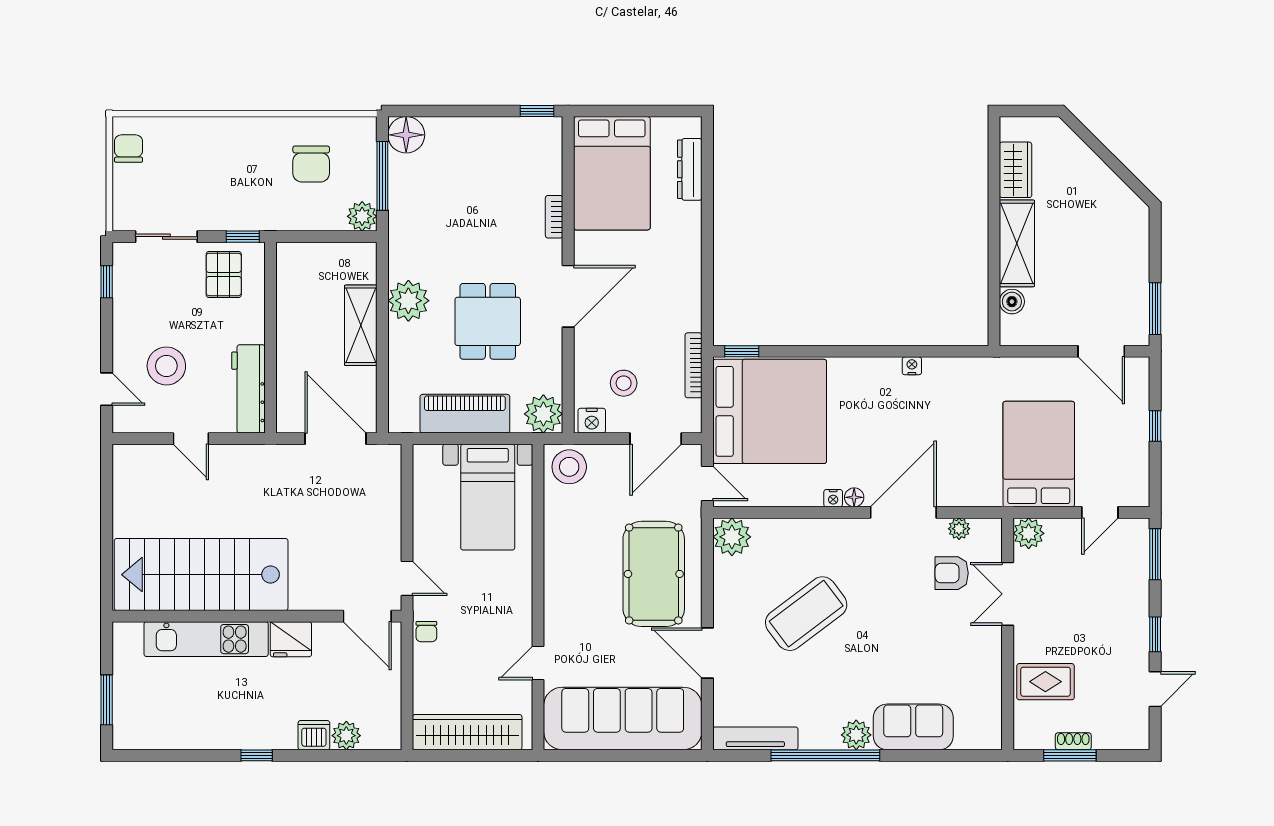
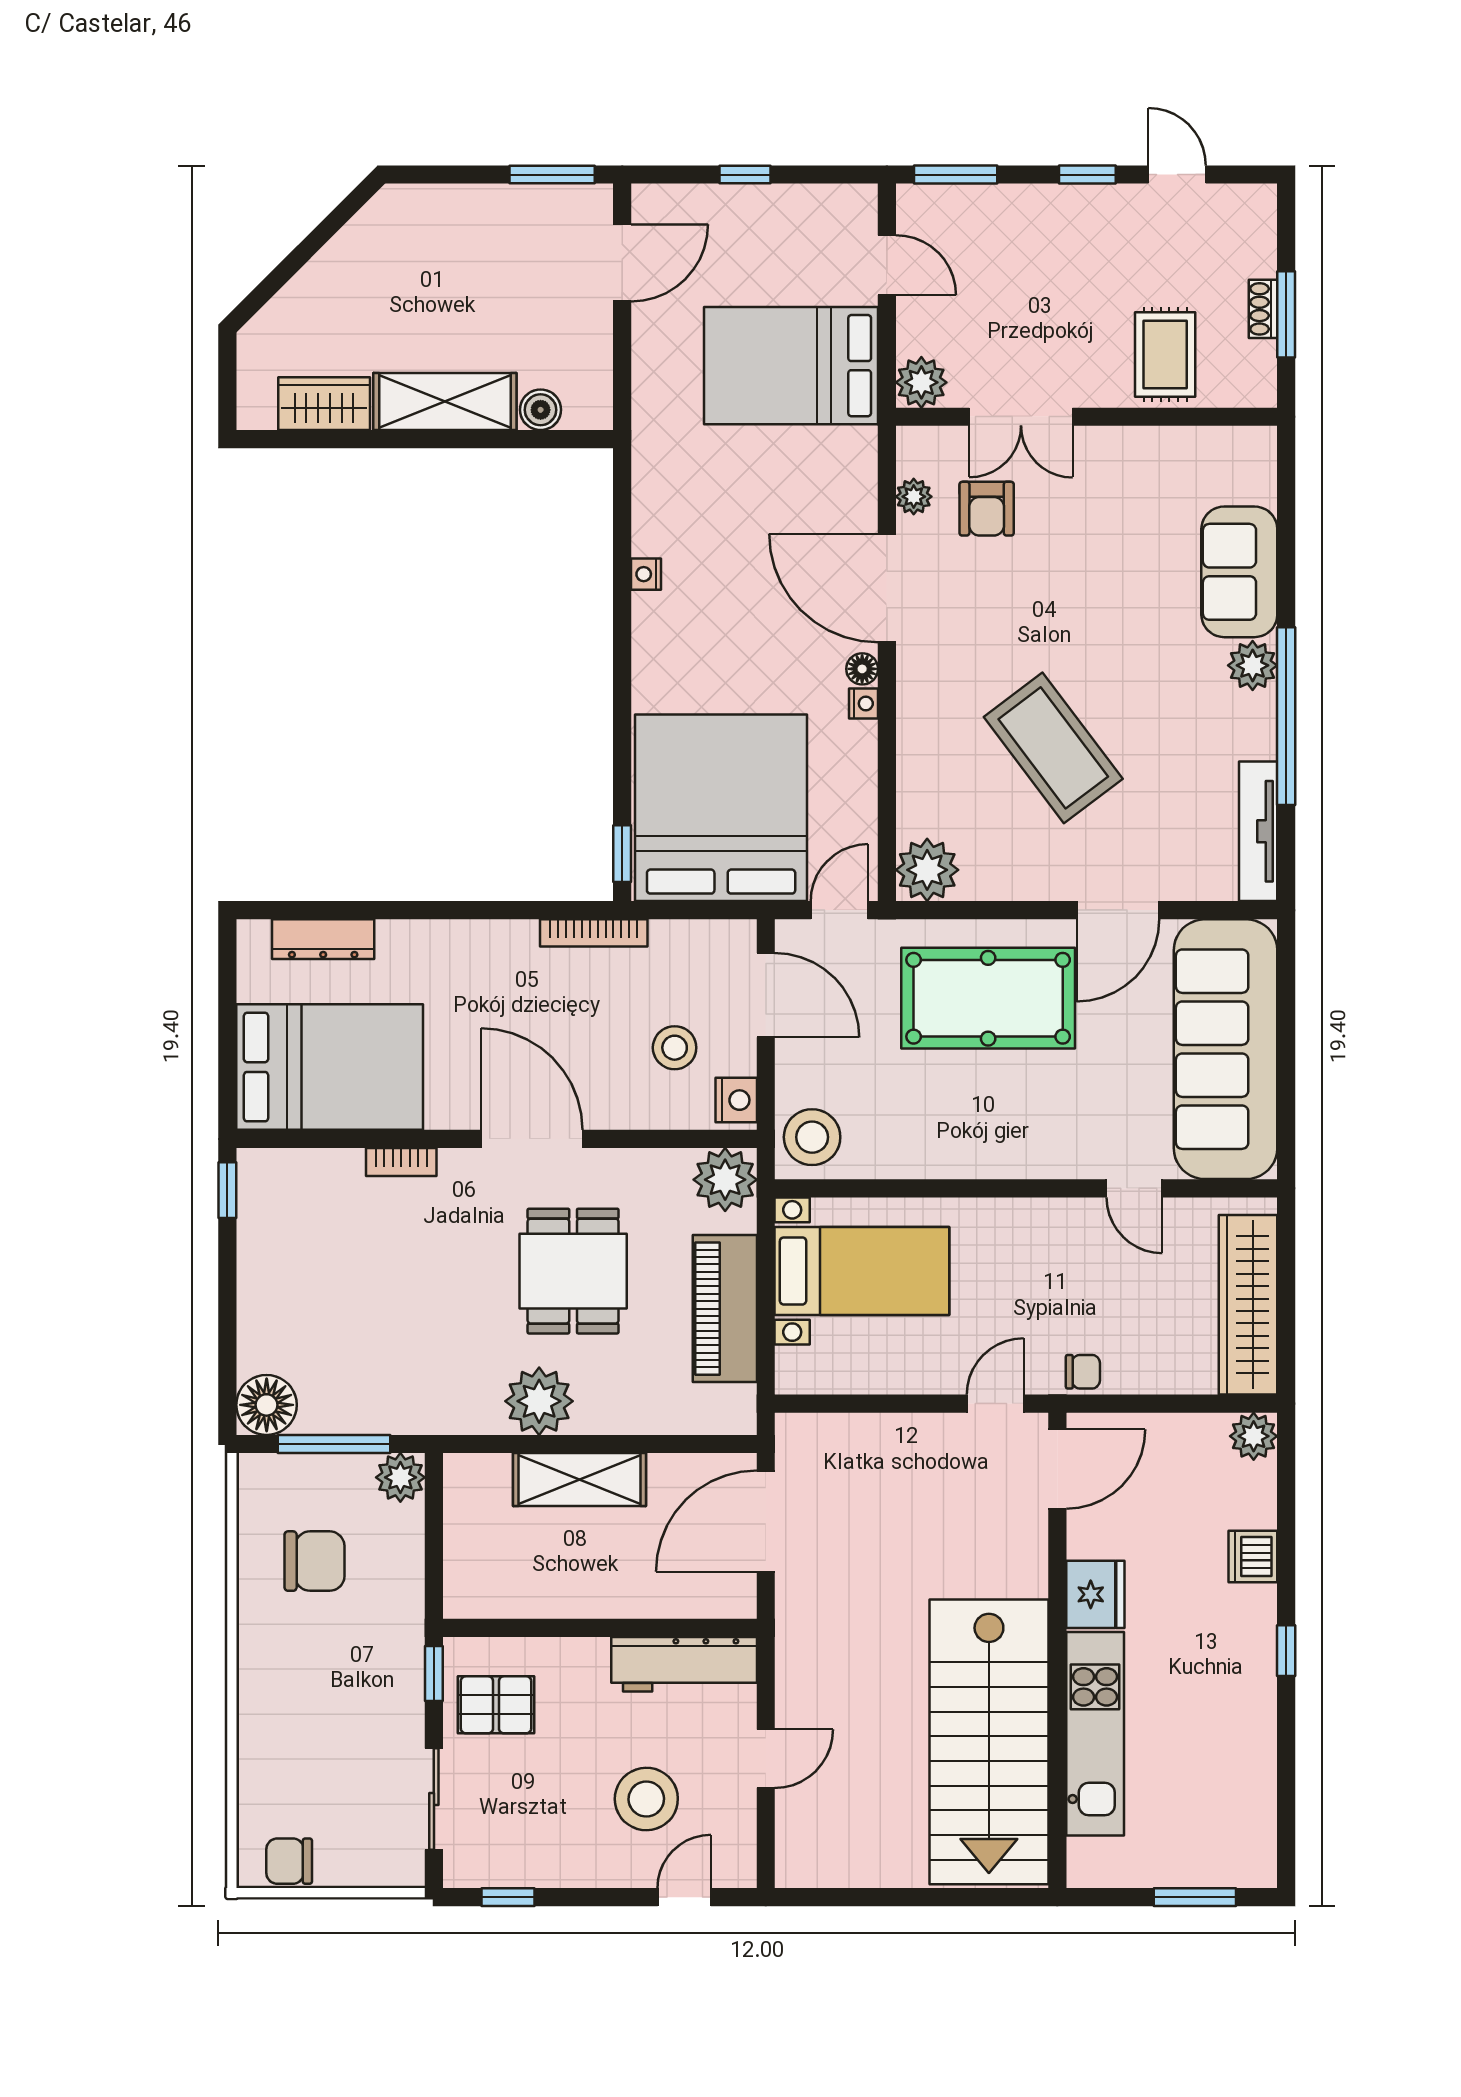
dining table: (488, 321) -> (573, 1271), turned 90
bookcase: (693, 365) -> (594, 933), moved
plant: (346, 736) -> (1254, 1436), moved

